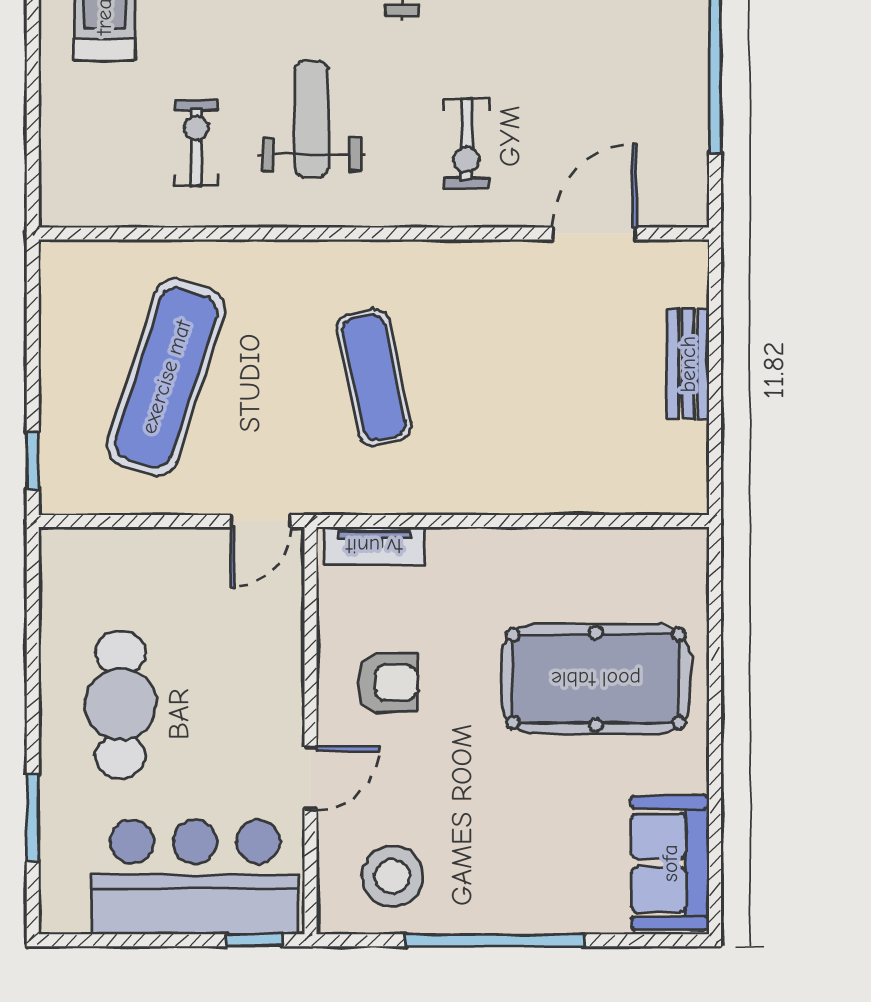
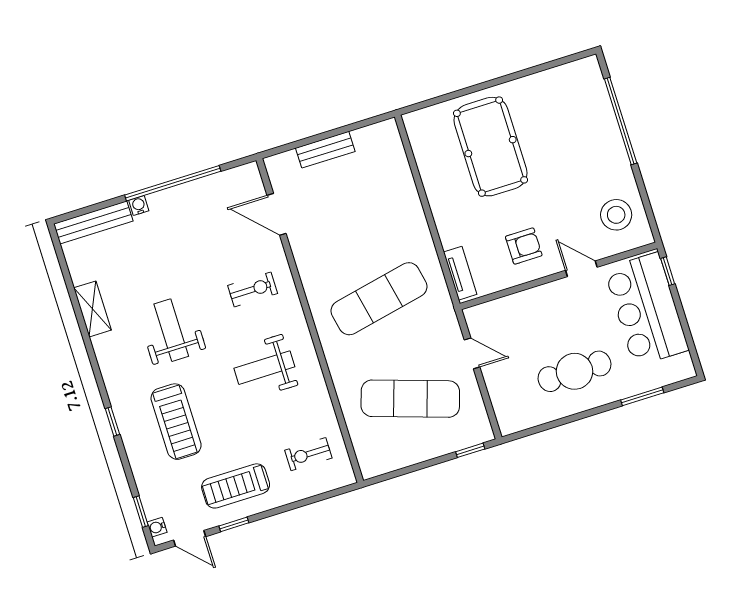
exercise bike: (196, 143) -> (308, 454), moved
exercise mat: (374, 377) -> (379, 299), width x1.36, depth x1.45
door: (261, 521) -> (472, 353), moved
armchair: (388, 683) -> (524, 246), turned 90
sofa: (670, 863) -> (568, 83), removed
window: (495, 940) -> (621, 121), moved

